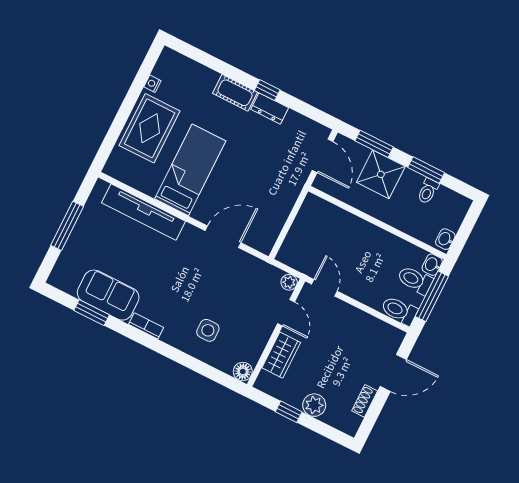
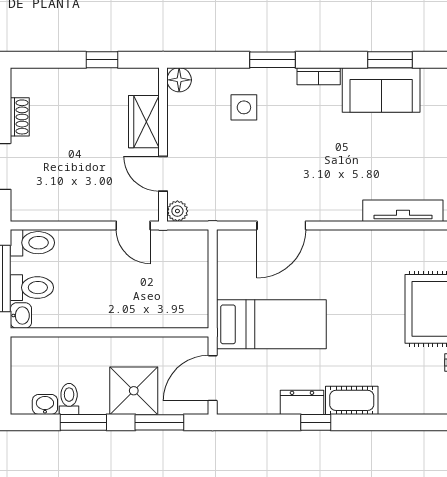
door: (323, 156) -> (213, 378), hinge flipped
bed: (190, 170) -> (271, 324), moved, turned -90
tv unit: (143, 212) -> (403, 211), width x0.73, depth x0.78
washbasin: (445, 239) -> (45, 404), moved, turned -90
window: (172, 353) -> (273, 60), added
plant: (314, 405) -> (76, 82), removed

